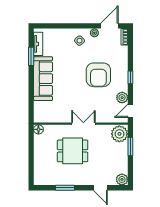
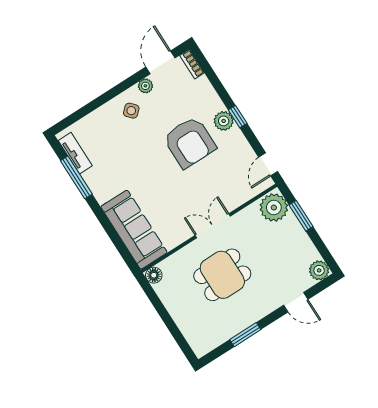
window: (31, 56) -> (76, 177), width x1.44
sofa: (43, 79) -> (134, 230), moved
plant: (122, 98) -> (224, 121), moved

